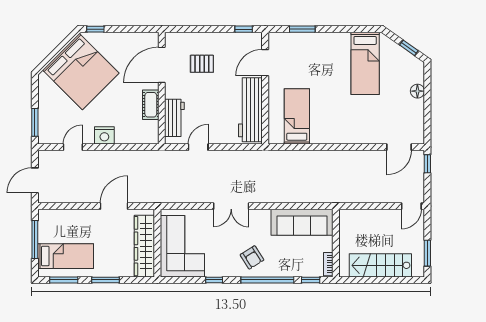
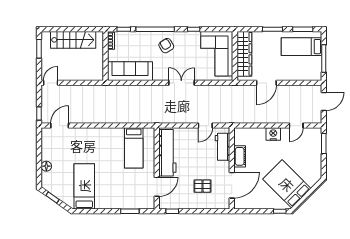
bed: (81, 72) -> (287, 184), width x0.73

